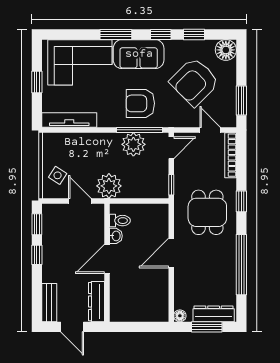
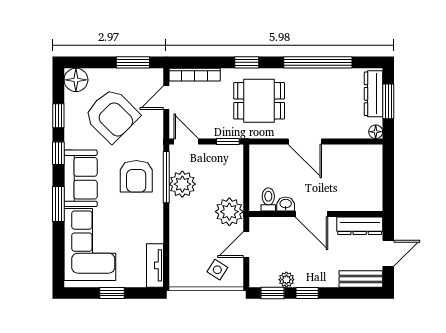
tv unit: (69, 120) -> (155, 265), width x0.71
plant: (49, 237) -> (286, 280), added

